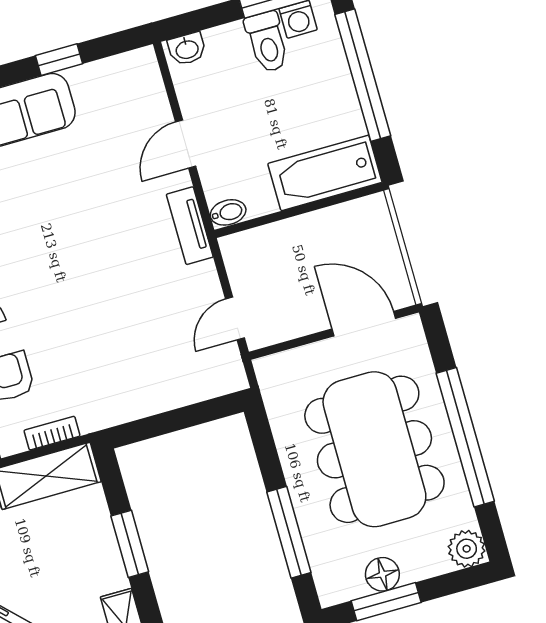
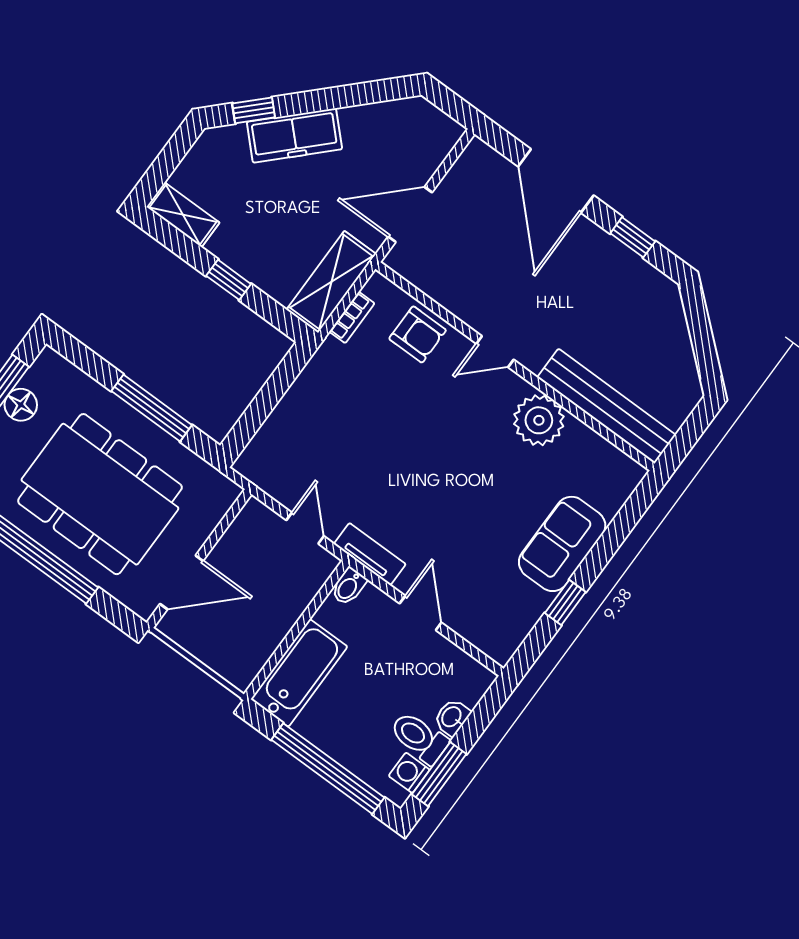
washbasin: (187, 49) -> (452, 717), moved
door: (235, 318) -> (305, 528), moved
window: (289, 532) -> (152, 408), moved
window: (130, 544) -> (229, 280), width x0.67

